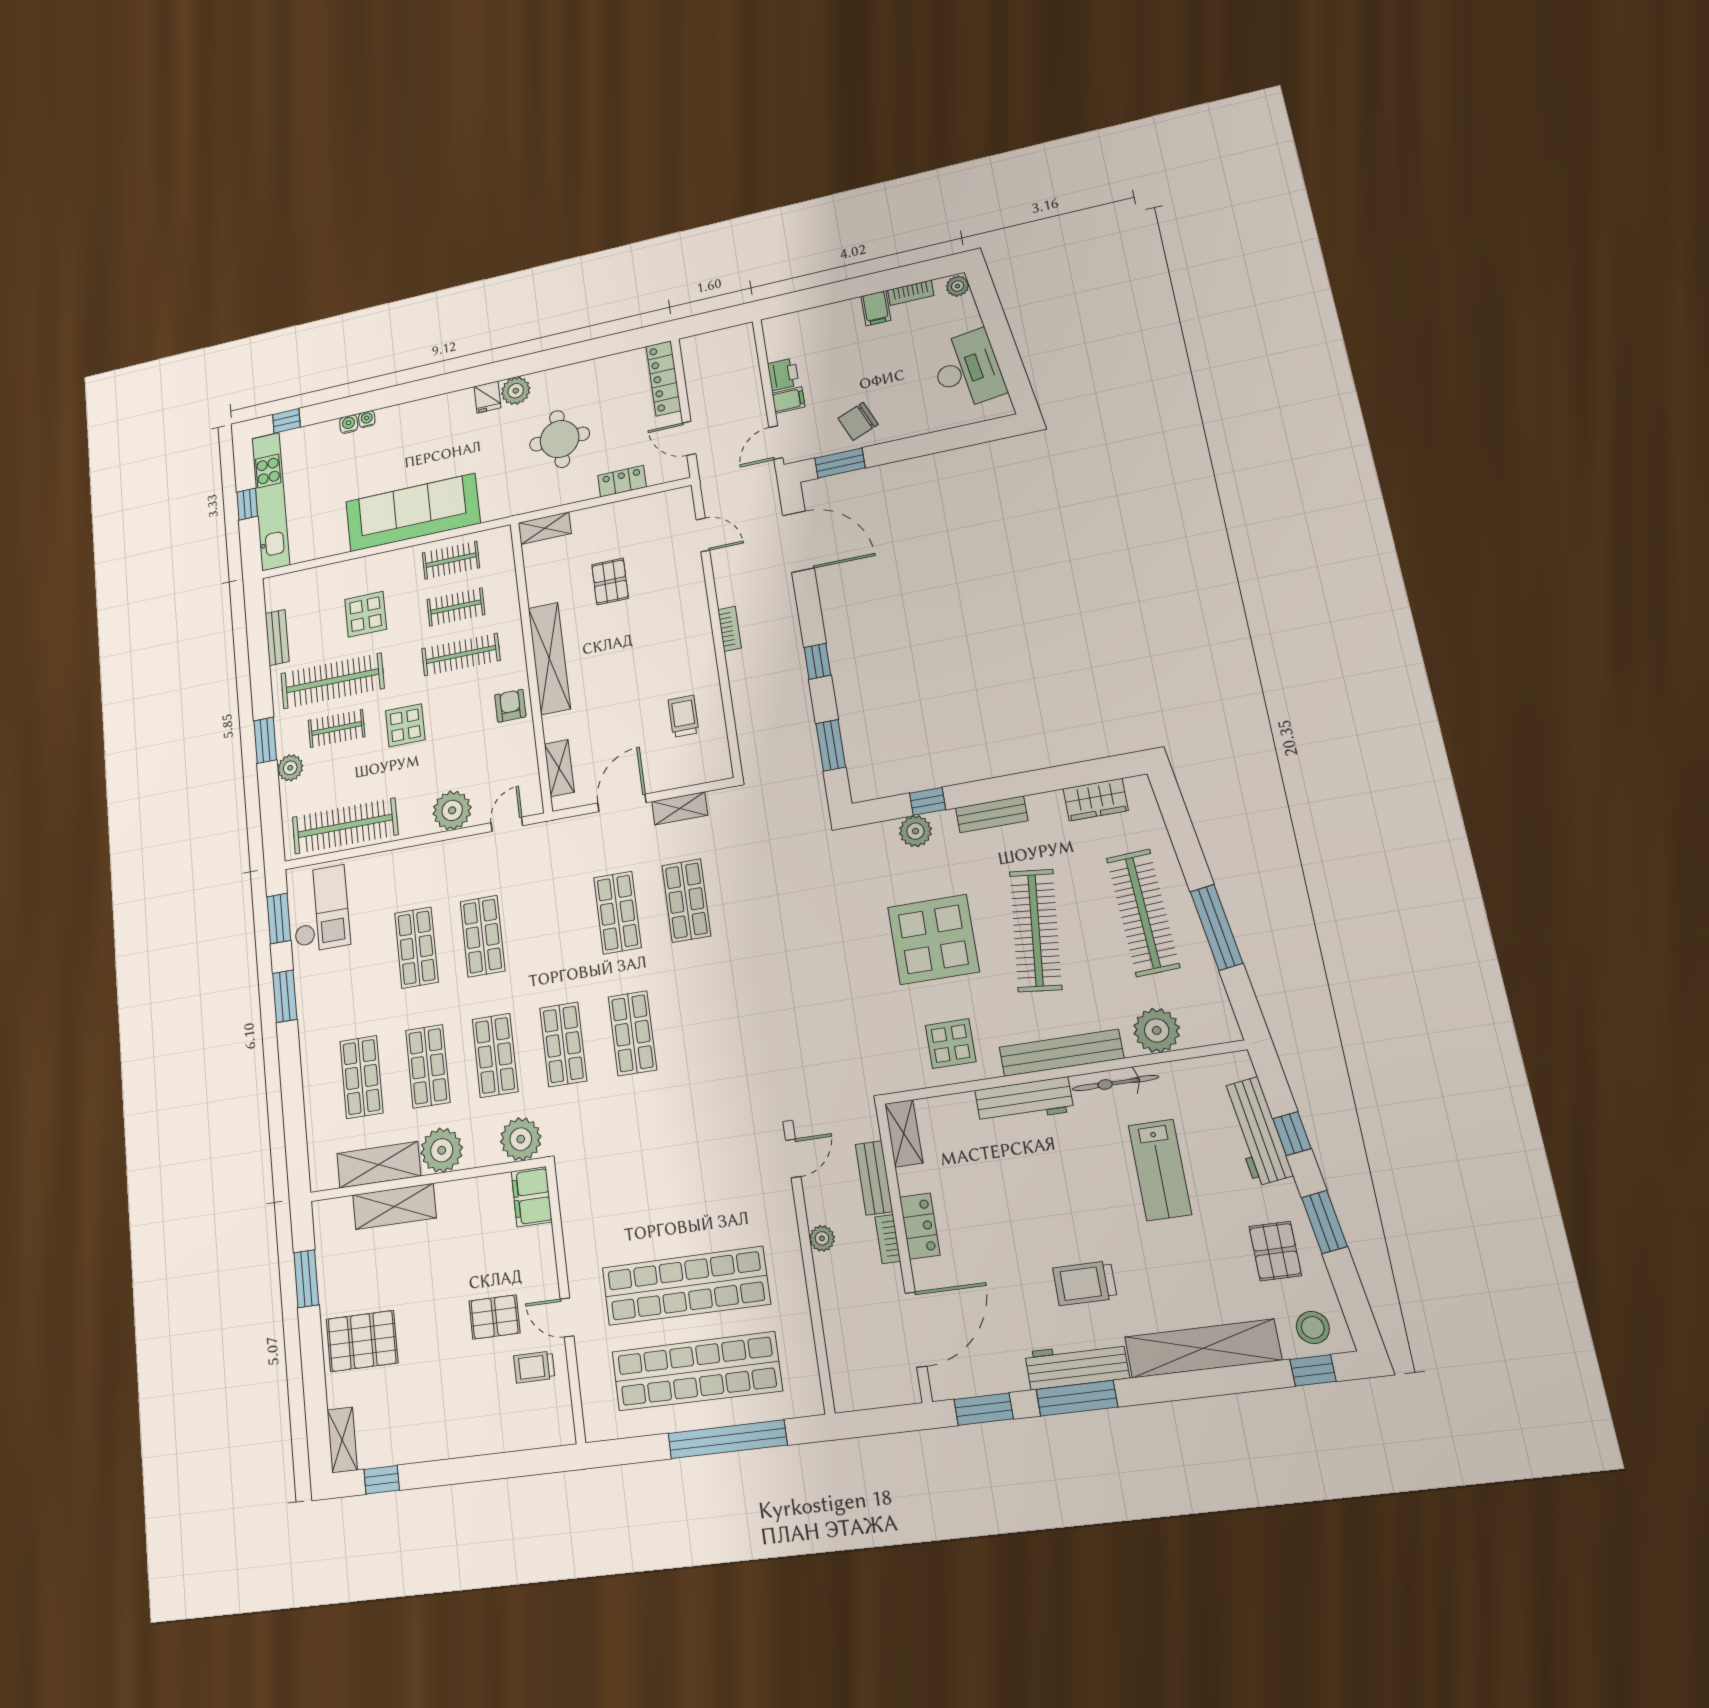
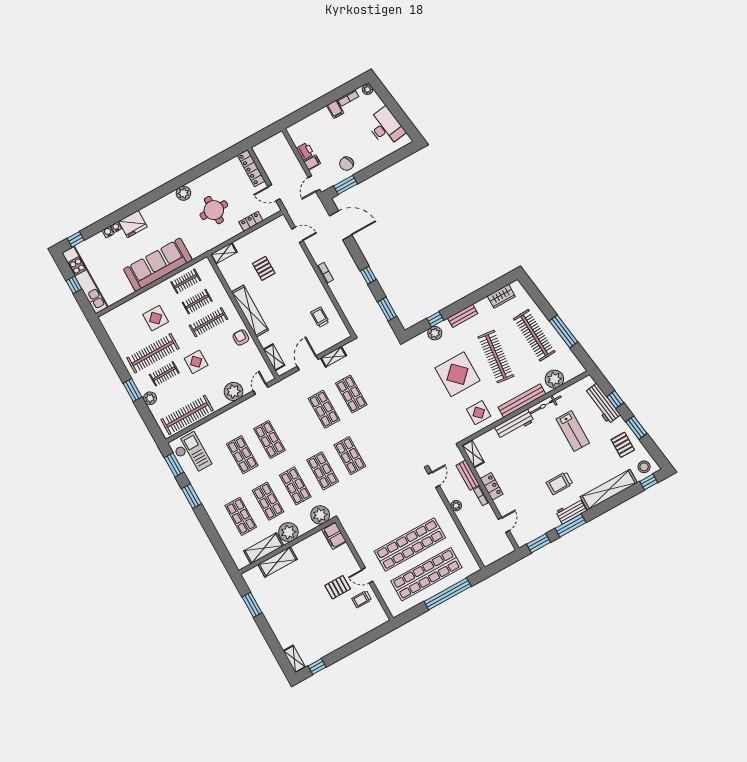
fridge: (487, 397) -> (133, 224), moved, width x1.88, depth x1.34
bench: (277, 637) -> (117, 342), removed
door: (916, 1330) -> (504, 525), width x0.53
pallet: (362, 1341) -> (286, 619), removed
workbench: (1077, 1365) -> (571, 511), width x0.73

